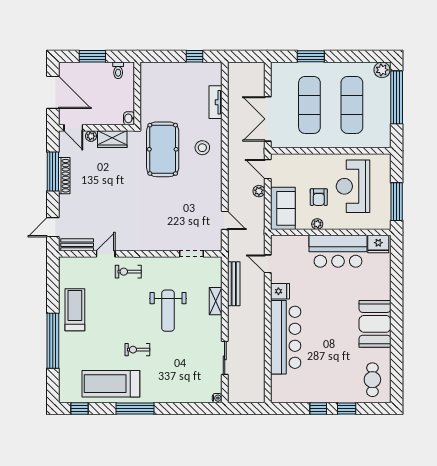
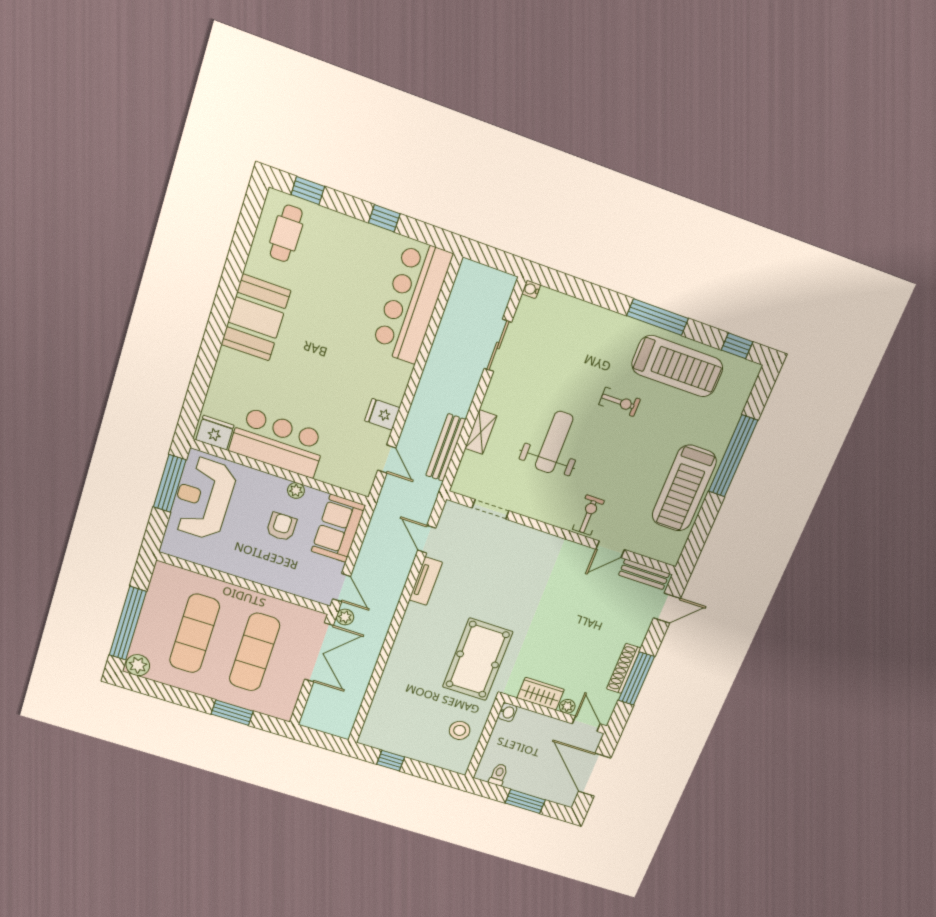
tv unit: (216, 102) -> (426, 581), moved
stool: (202, 148) -> (460, 730), moved
reception desk: (353, 186) -> (203, 498), moved, turned 180
plant: (259, 191) -> (345, 617), moved
exercise bike: (128, 272) -> (588, 515), turned -90
treadmill: (75, 310) -> (684, 488), width x1.37, depth x1.38
bar counter: (286, 337) -> (412, 302), moved
window: (347, 409) -> (308, 191), moved

